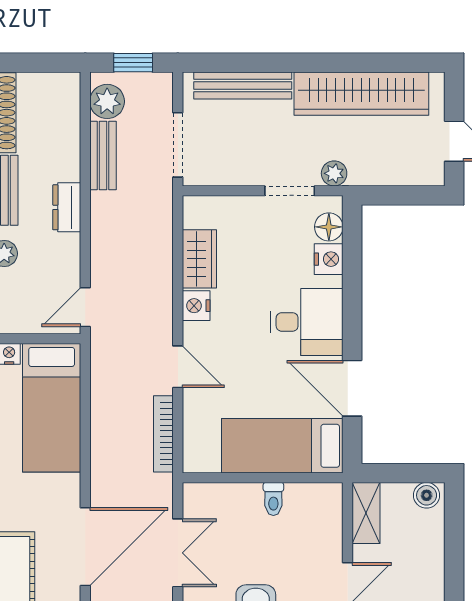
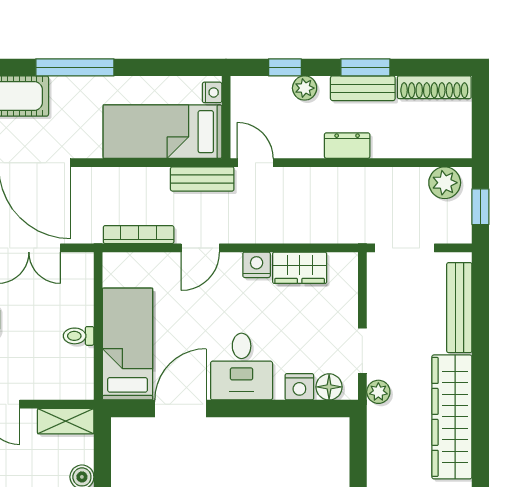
bench: (103, 156) -> (202, 179), moved

